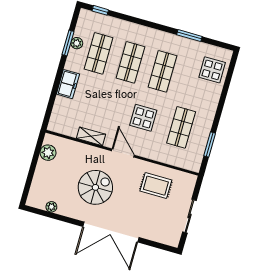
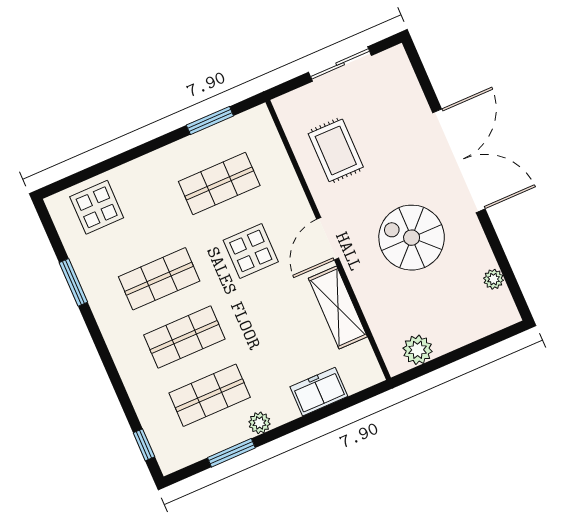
plant: (77, 43) -> (259, 423), moved
freezer: (68, 84) -> (319, 392), moved
shelving: (91, 136) -> (338, 308), width x1.50, depth x1.33

